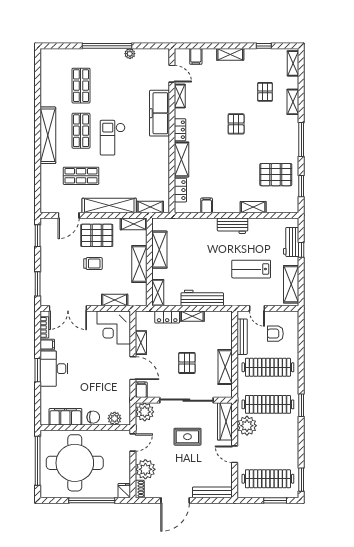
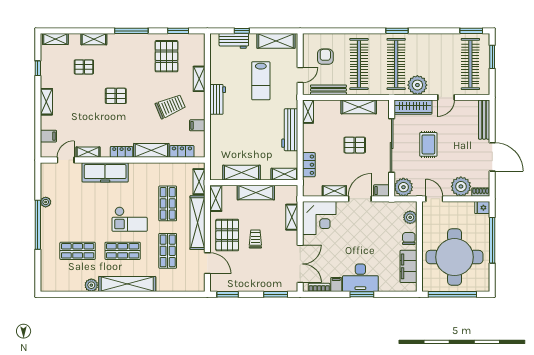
plant: (47, 99) -> (91, 285), added
shop shelf: (128, 176) -> (168, 203), added
trolley: (226, 178) -> (170, 106), added
shelving: (192, 316) -> (308, 112), moved
armchair: (275, 334) -> (325, 57), turned 180

